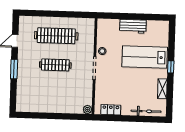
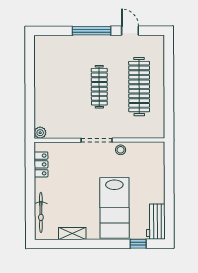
workbench: (133, 26) -> (156, 222), moved
lab bench: (145, 57) -> (114, 208), turned 180
window: (171, 67) -> (138, 244), moved
window: (14, 69) -> (91, 31), width x1.44

